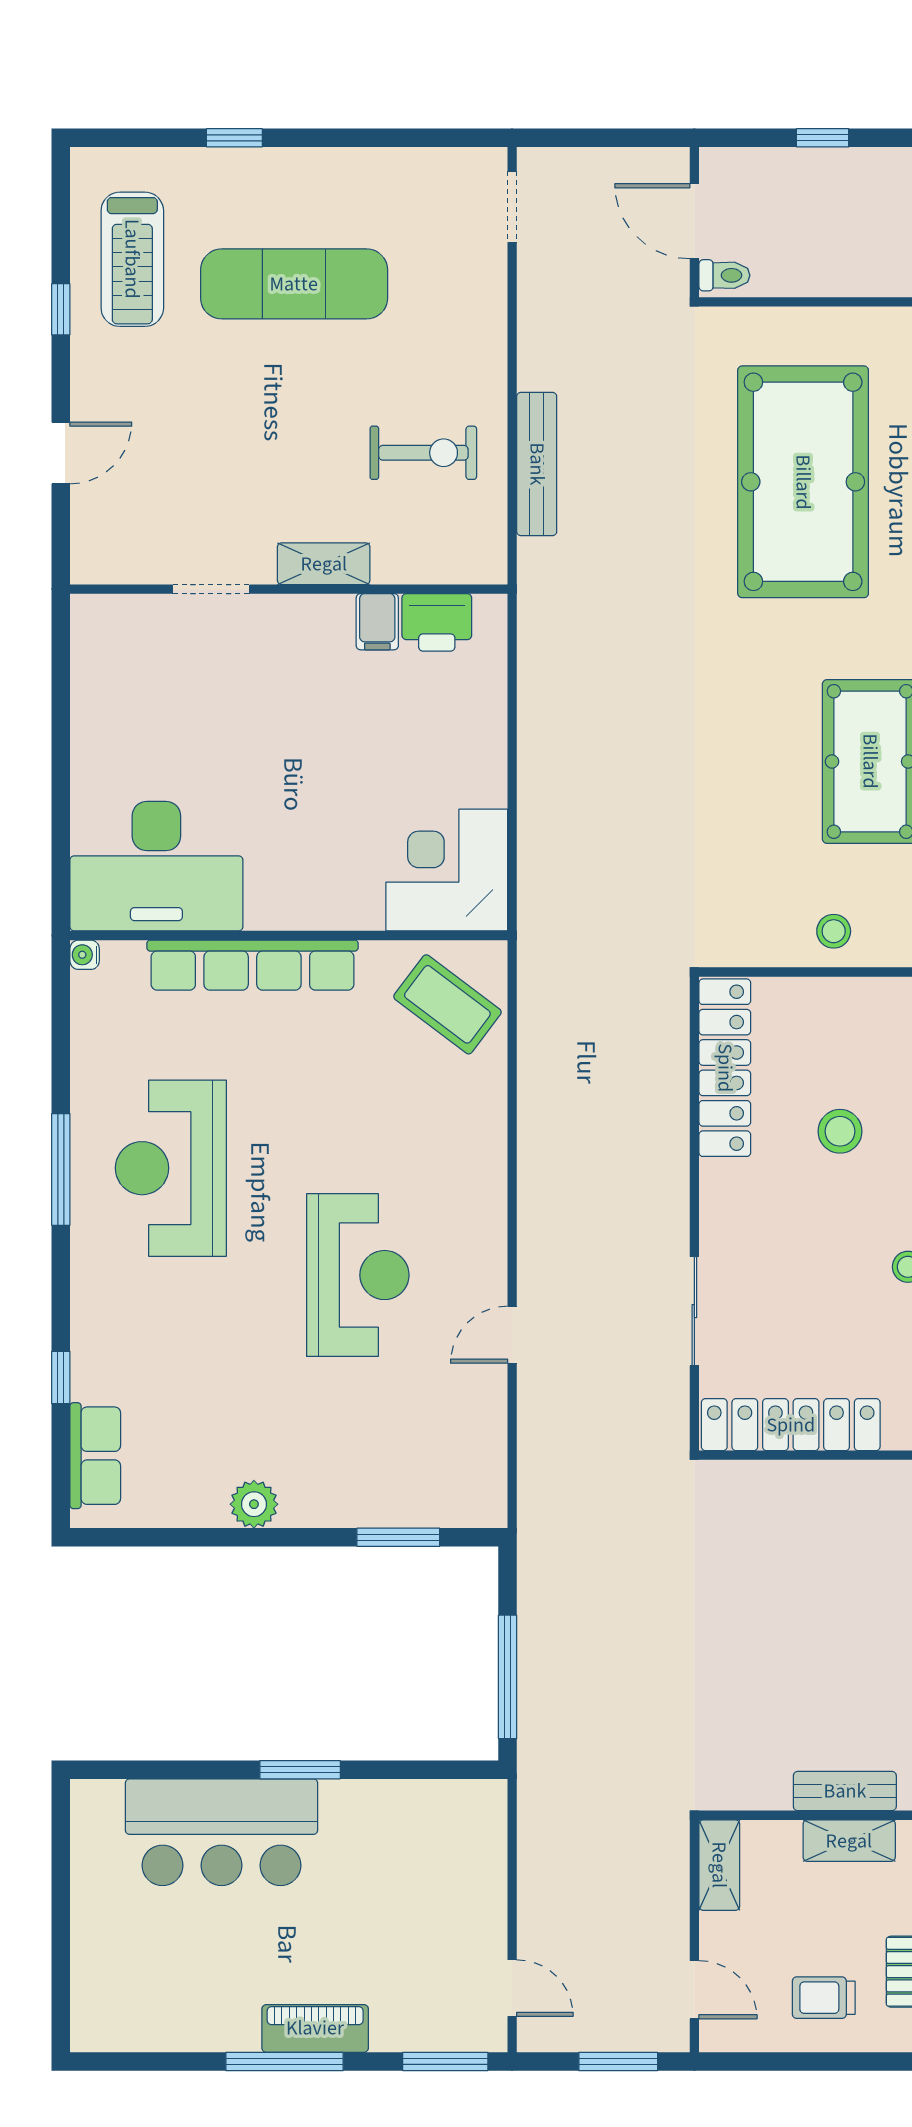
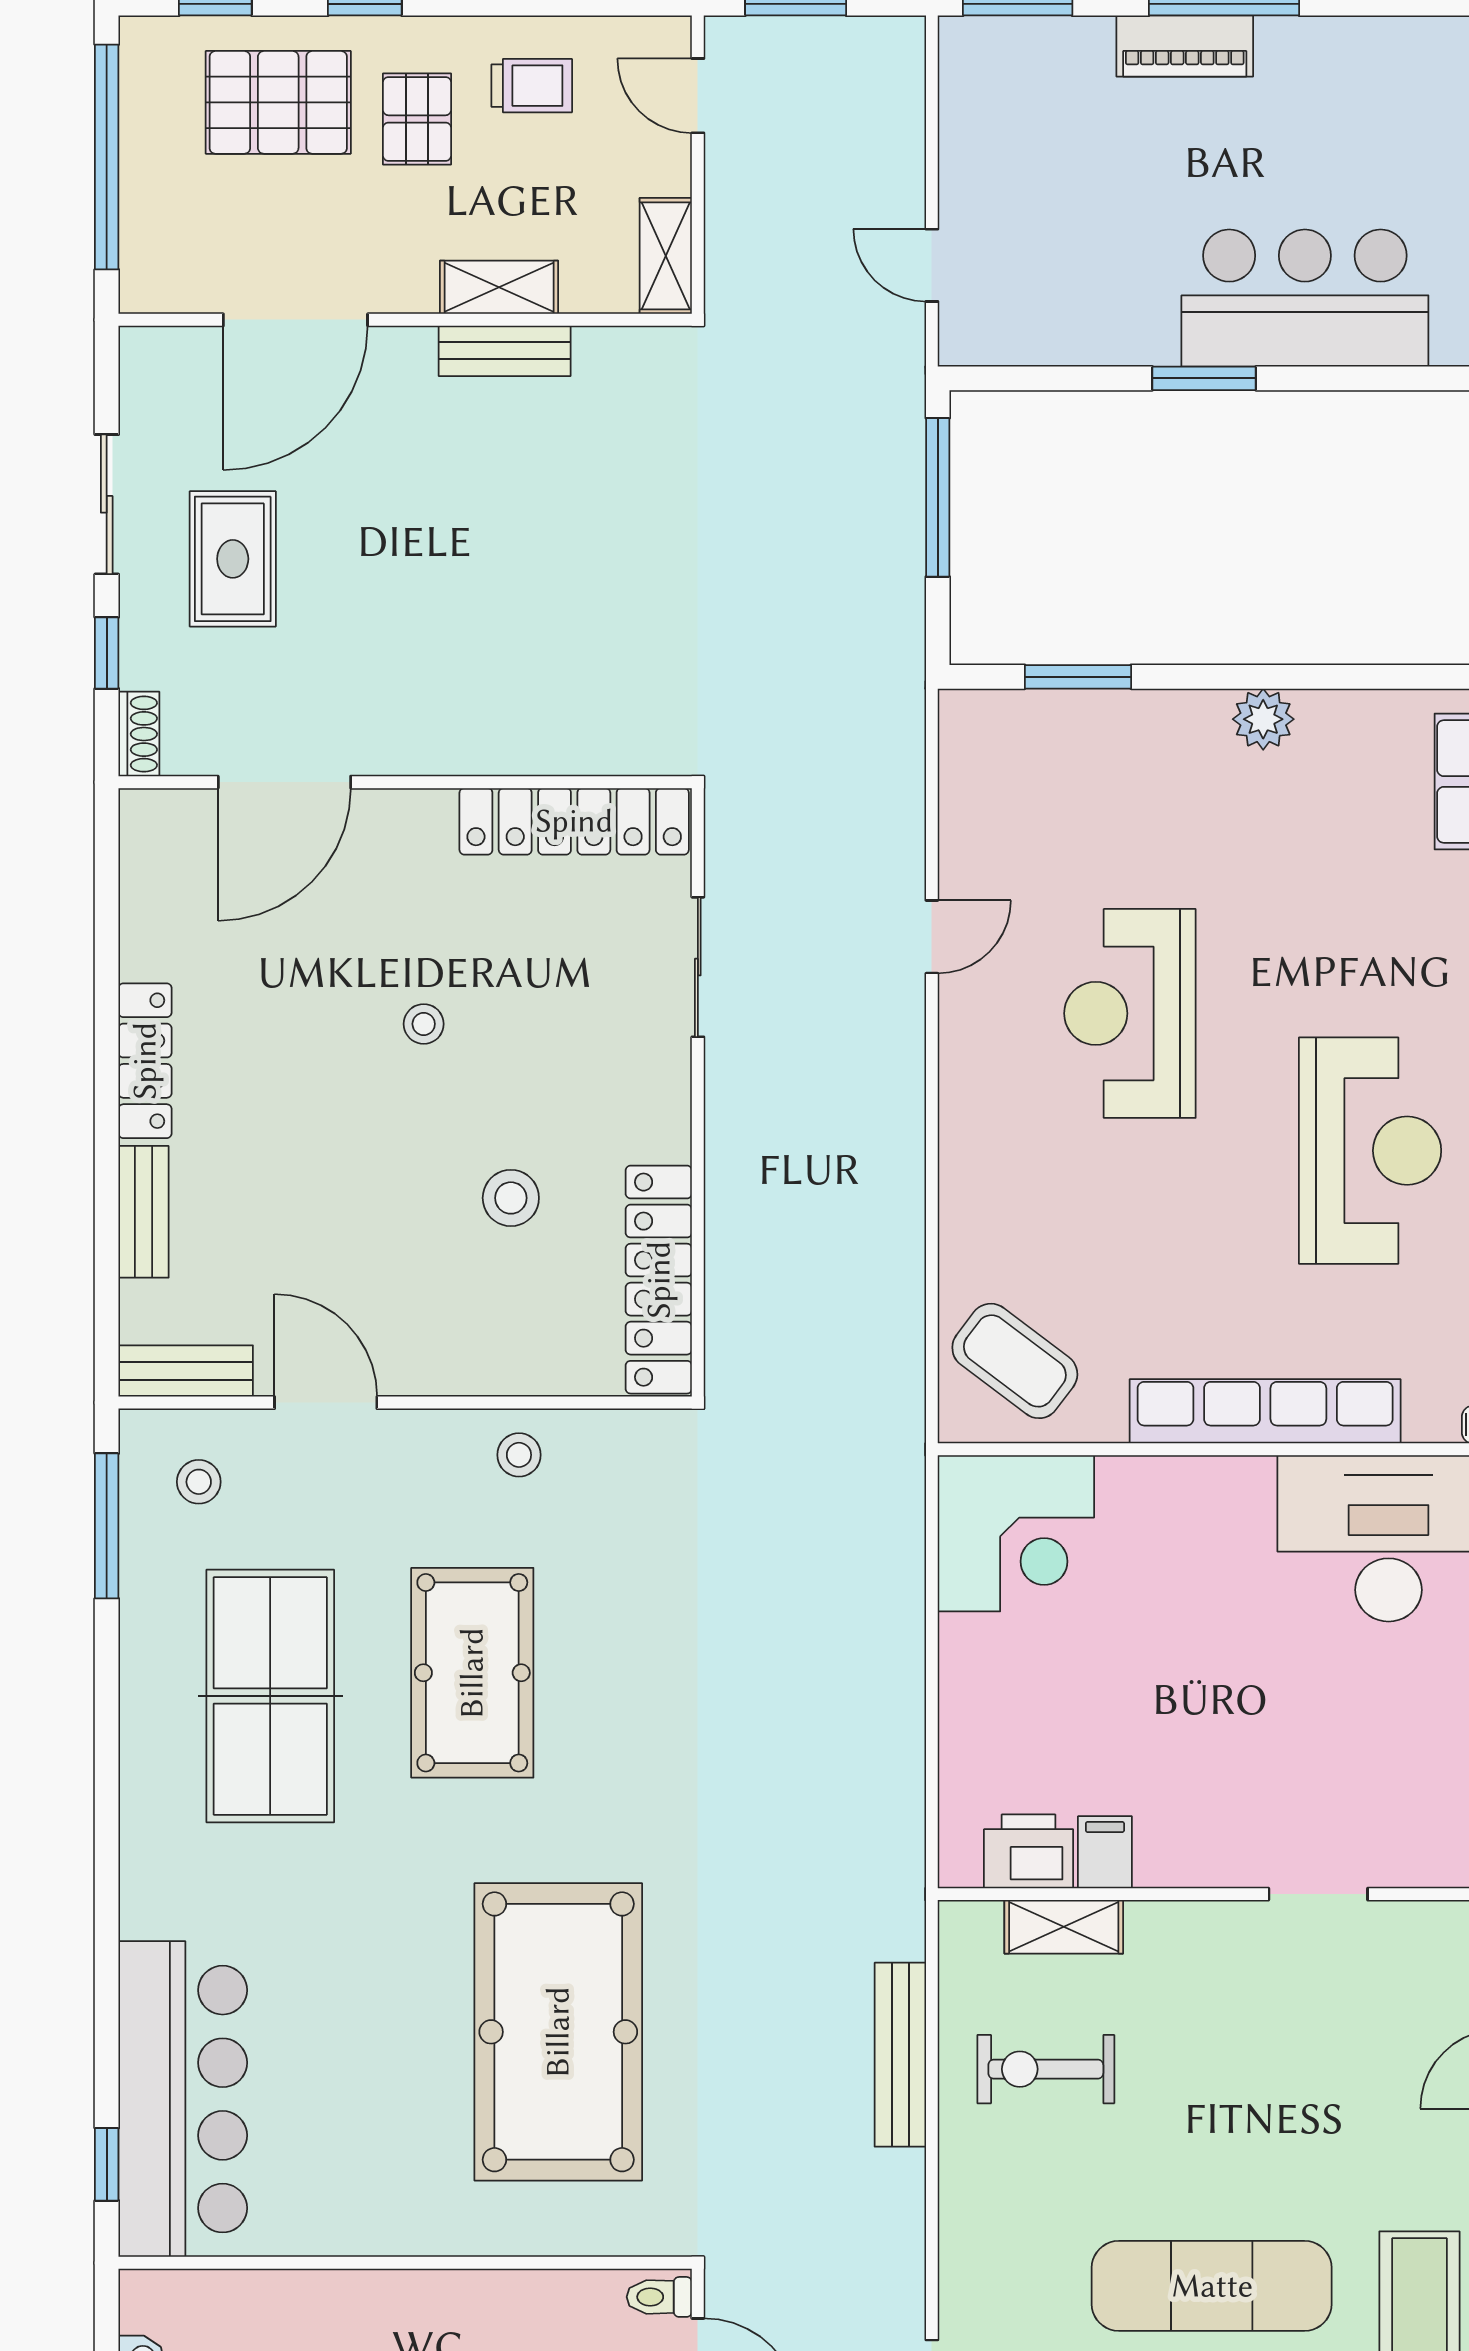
shelving: (324, 564) -> (1064, 1927), moved
door: (512, 1988) -> (932, 265), moved

